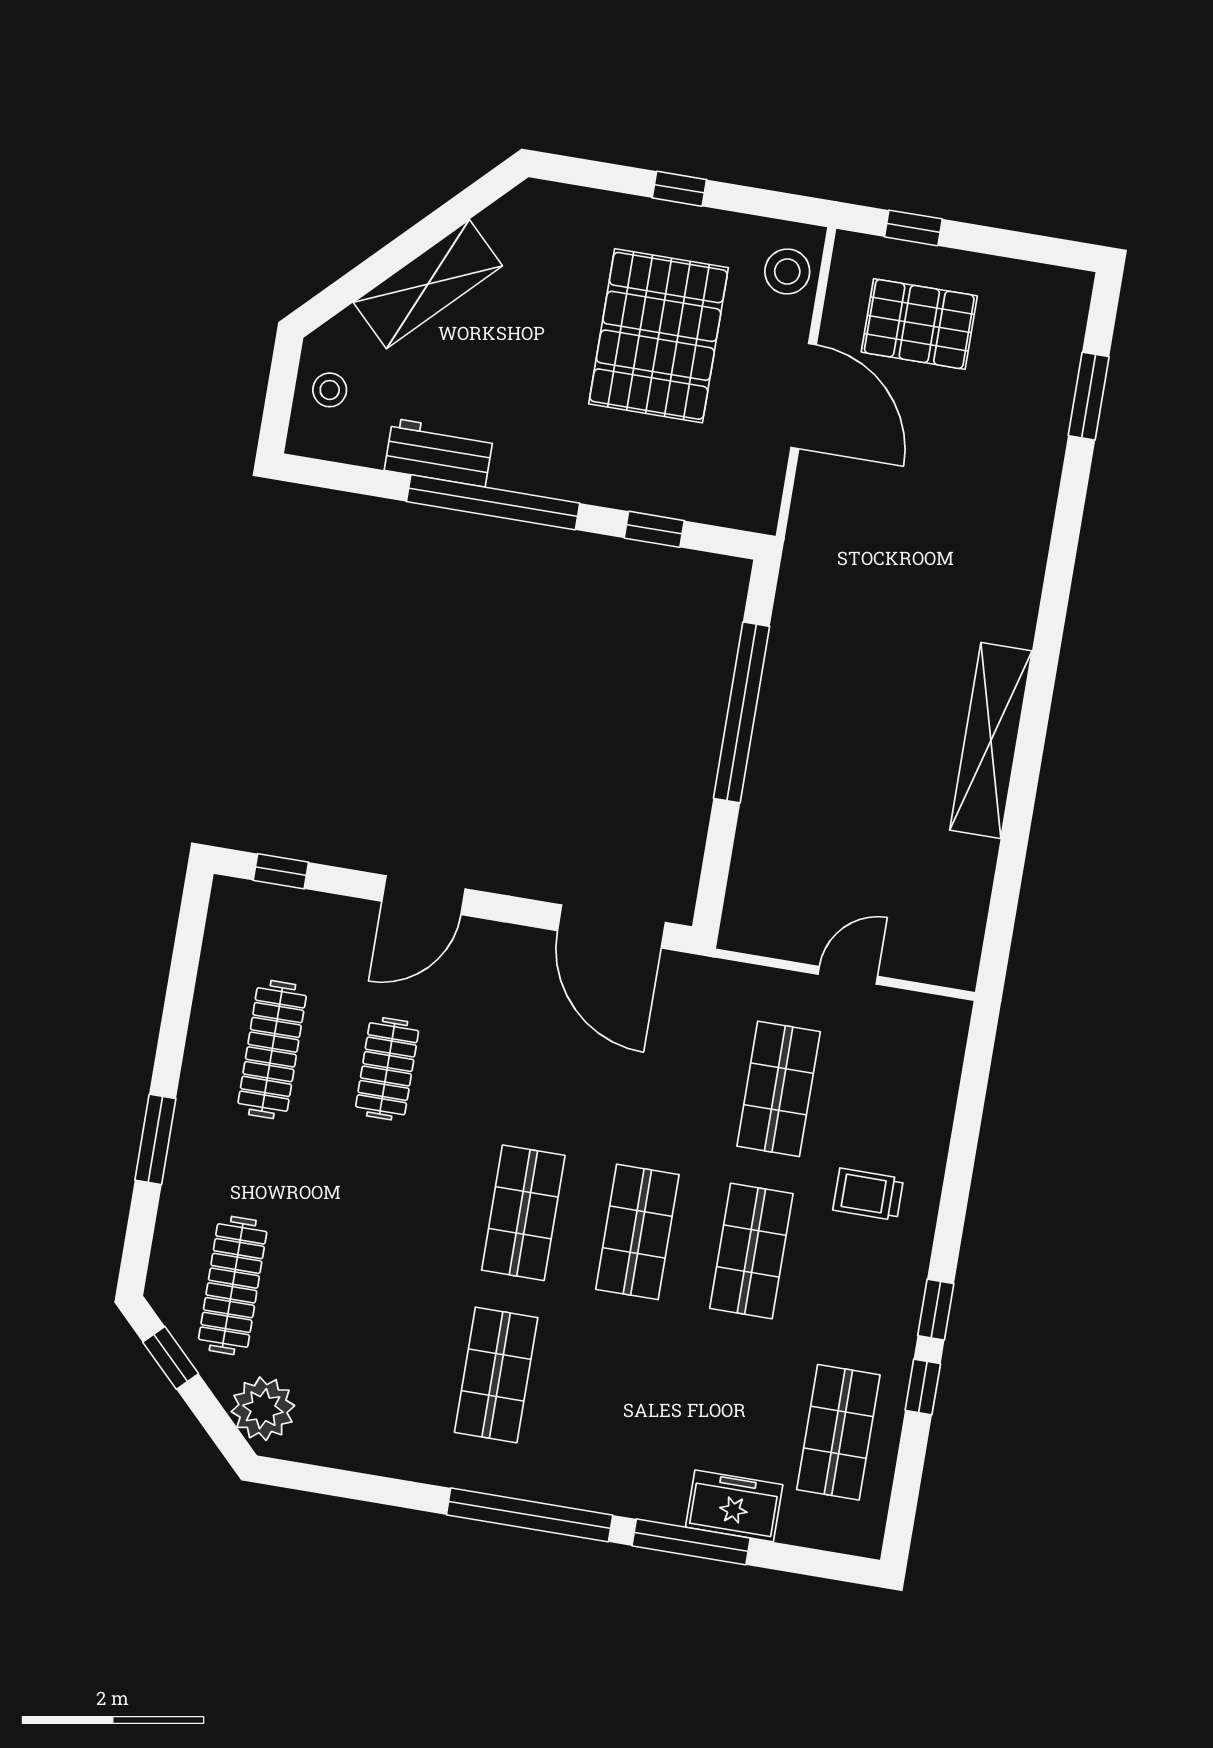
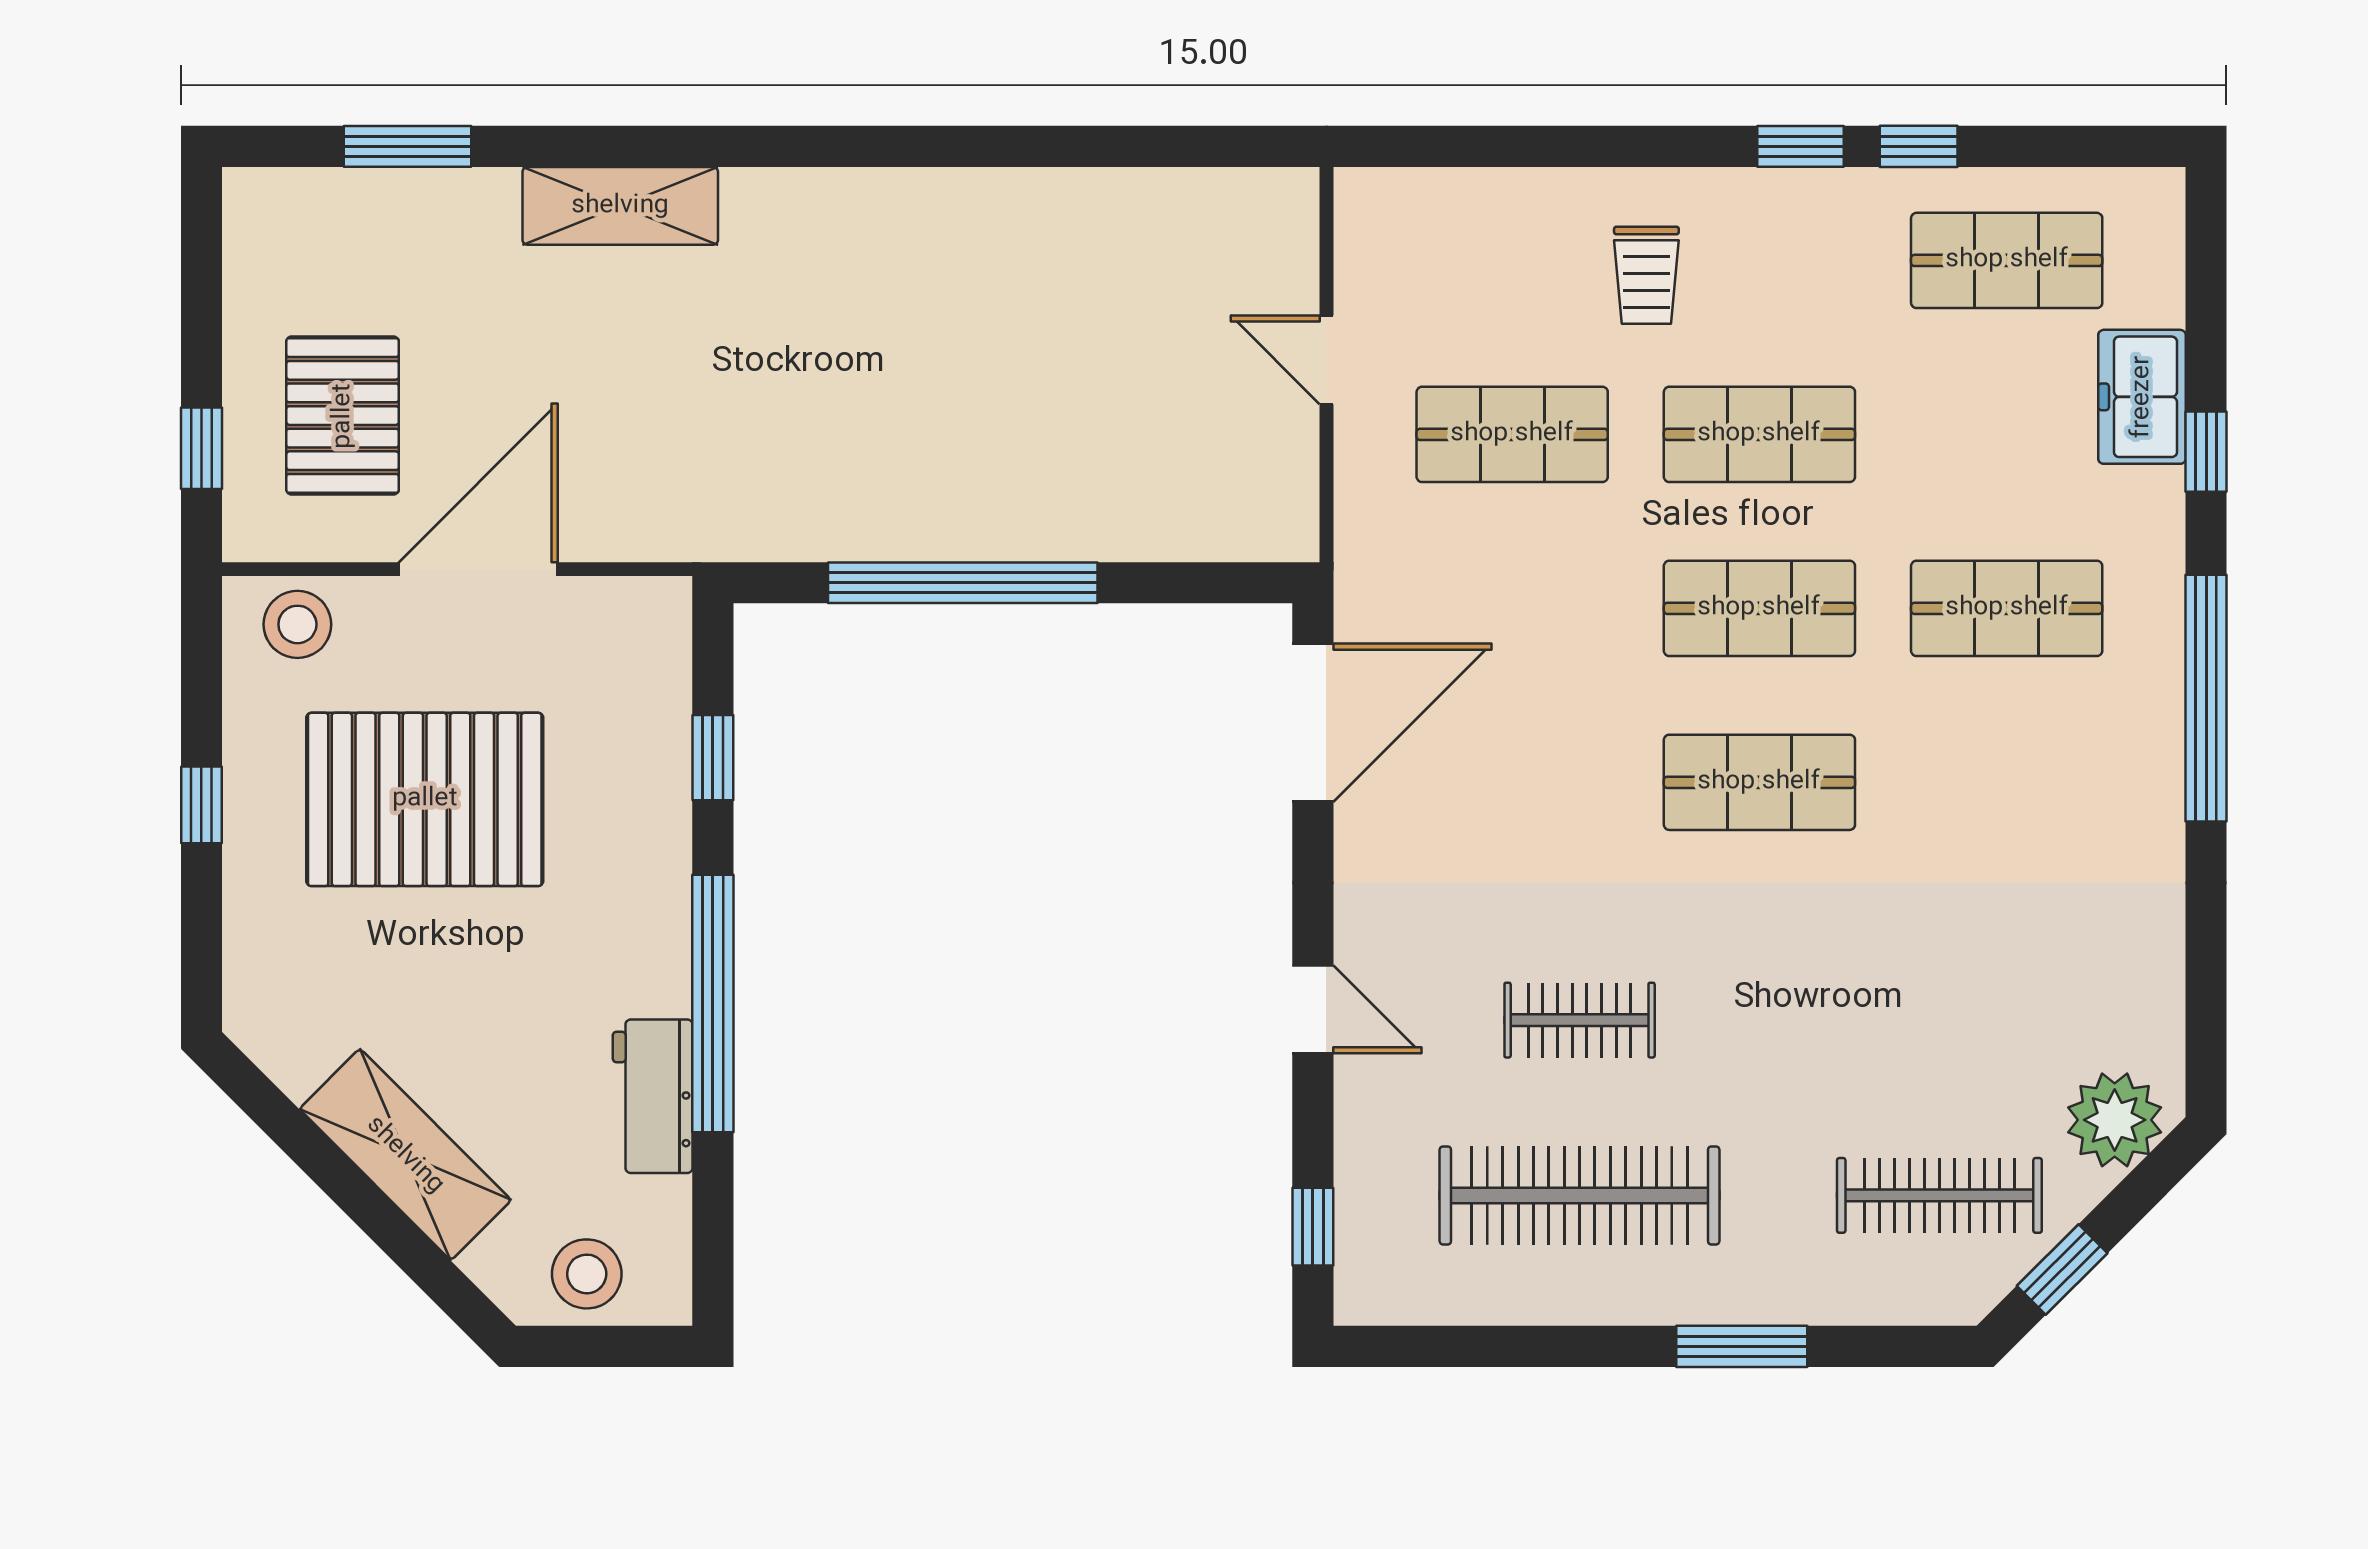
stool: (330, 390) -> (587, 1274), width x1.37, depth x1.37
shelving: (991, 741) -> (620, 206), moved, width x0.68
door: (423, 895) -> (1313, 1009), width x0.73
clothes rail: (272, 1050) -> (1580, 1195), width x1.37, depth x1.31
shop shelf: (496, 1375) -> (2007, 608), moved
window: (691, 1542) -> (2206, 452), width x0.46

